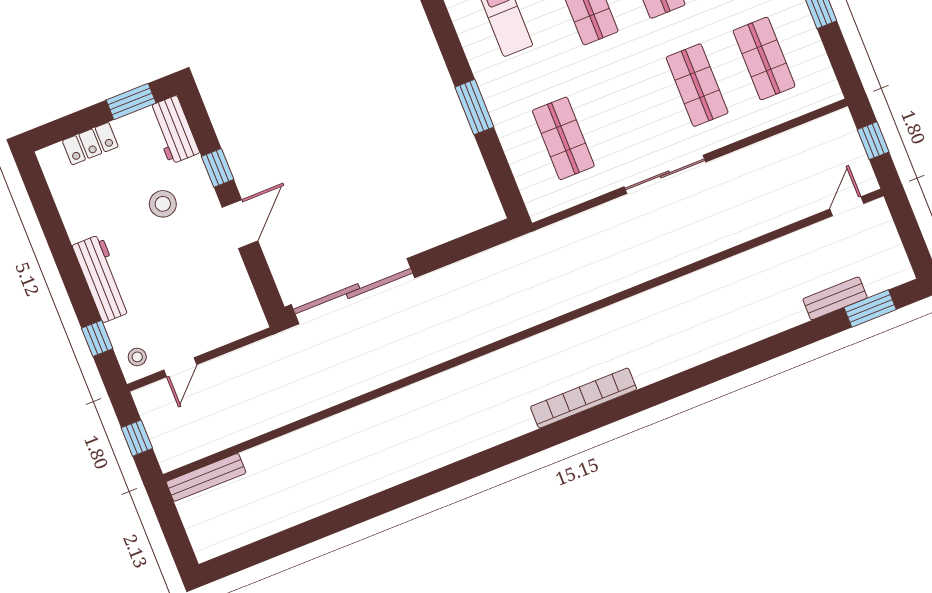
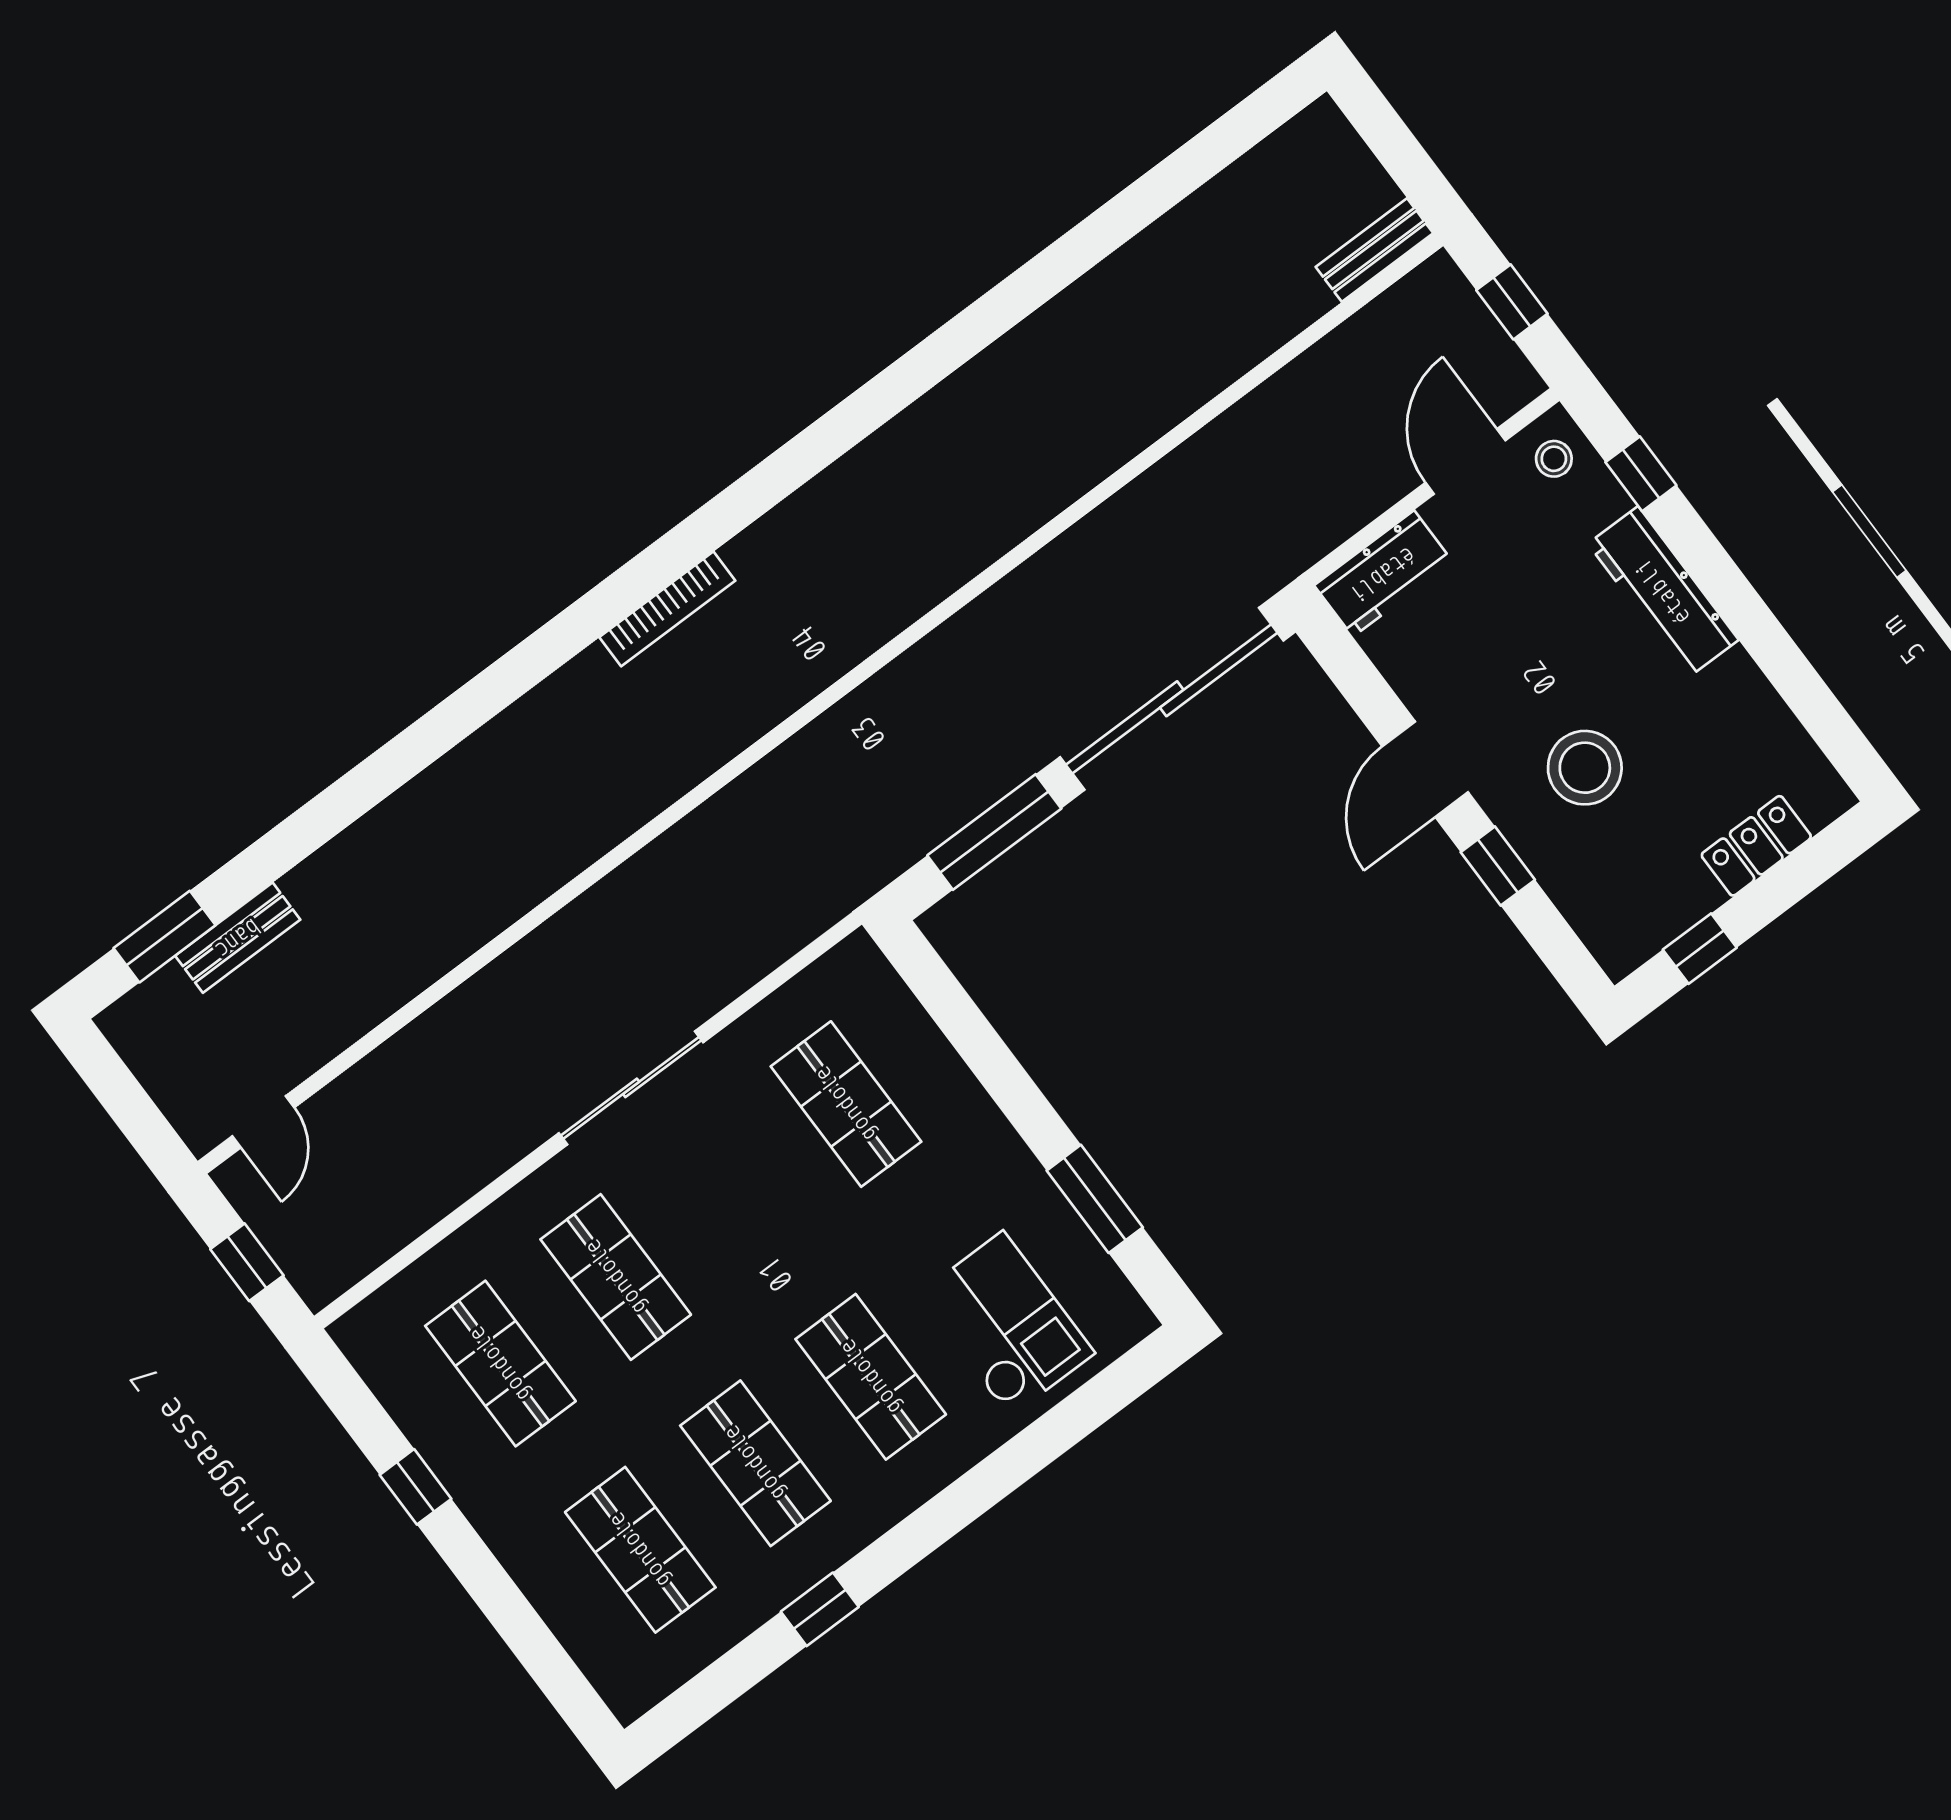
window: (131, 101) -> (1700, 949), width x0.67
window: (474, 107) -> (1095, 1199), moved
workbench: (174, 130) -> (1383, 574), moved, turned 90
stool: (163, 204) -> (1585, 768), width x1.38, depth x1.38
window: (456, 250) -> (994, 832), added
door: (180, 367) -> (1465, 461), width x1.38
bookcase: (584, 398) -> (667, 609), width x0.68, depth x0.76
bench: (206, 477) -> (1374, 250), width x0.73

